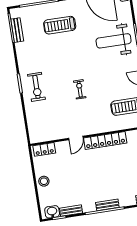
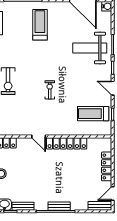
treadmill: (60, 25) -> (40, 25), turned 90
door: (76, 138) -> (39, 137), hinge flipped

